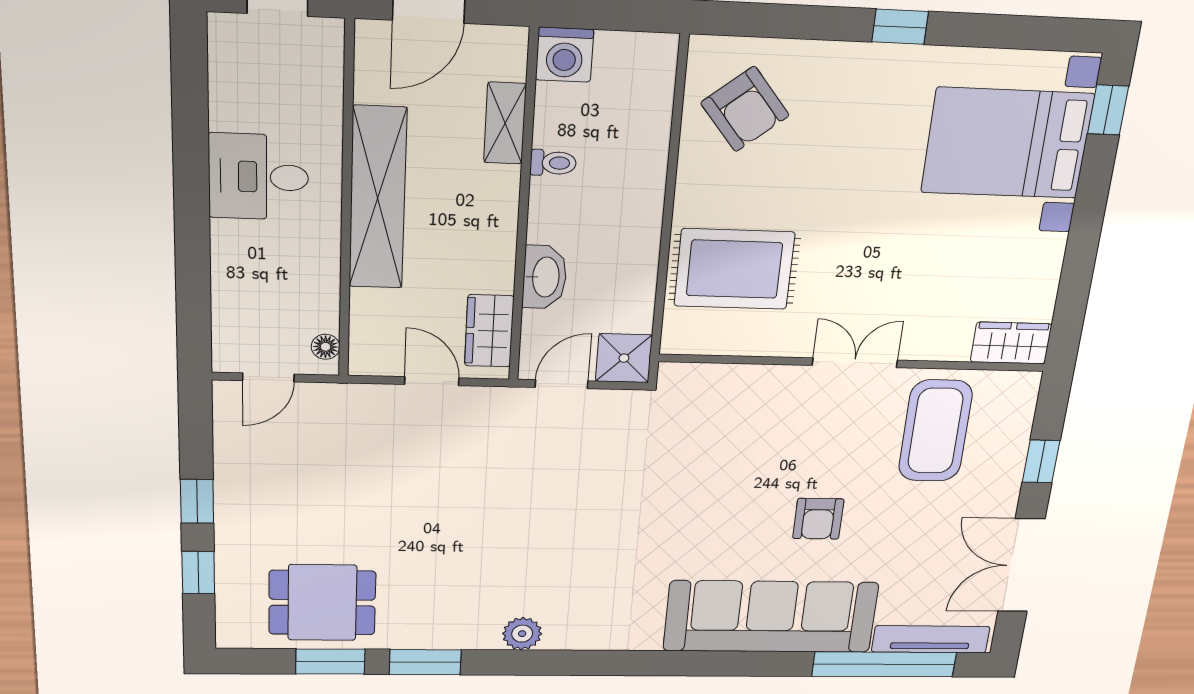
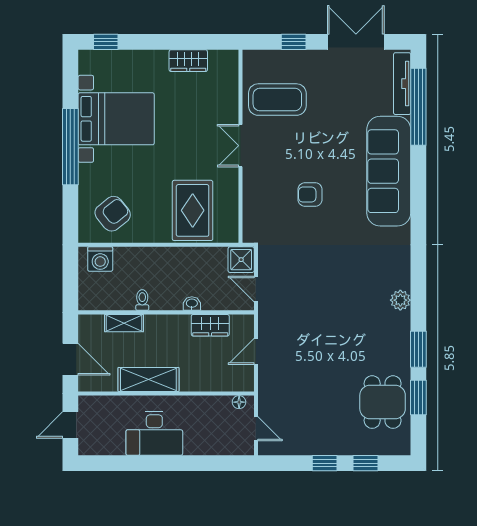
window: (900, 27) -> (70, 147), width x3.17
washing machine: (565, 55) -> (100, 259), moved, turned 90
bed with nightstands: (1007, 143) -> (116, 119), moved, turned -90
desk: (259, 177) -> (154, 433), width x1.37
shelving: (378, 198) -> (148, 379), width x0.68
washbasin: (545, 277) -> (192, 304), width x0.52, depth x0.69
wardrobe: (489, 331) -> (210, 325), moved
wardrobe: (1011, 343) -> (188, 61), moved, turned -90
armchair: (818, 519) -> (310, 195), moved, turned 180
double door: (1021, 565) -> (356, 42), swing flipped

